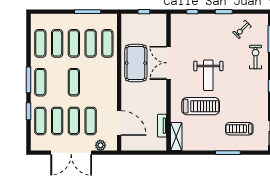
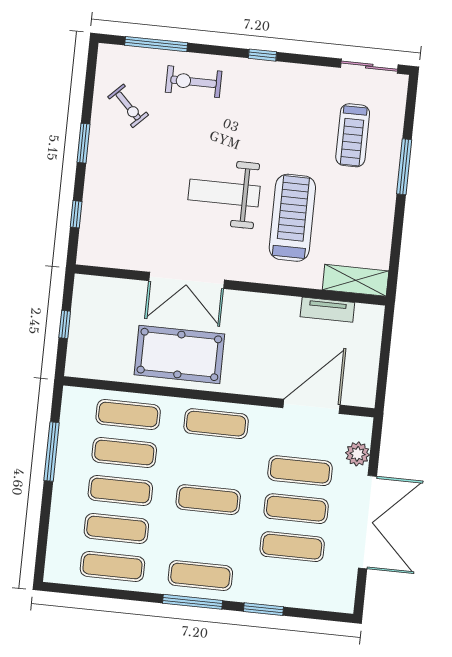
weight bench: (208, 75) -> (224, 193), turned 180
exercise mat: (40, 121) -> (216, 424), moved

